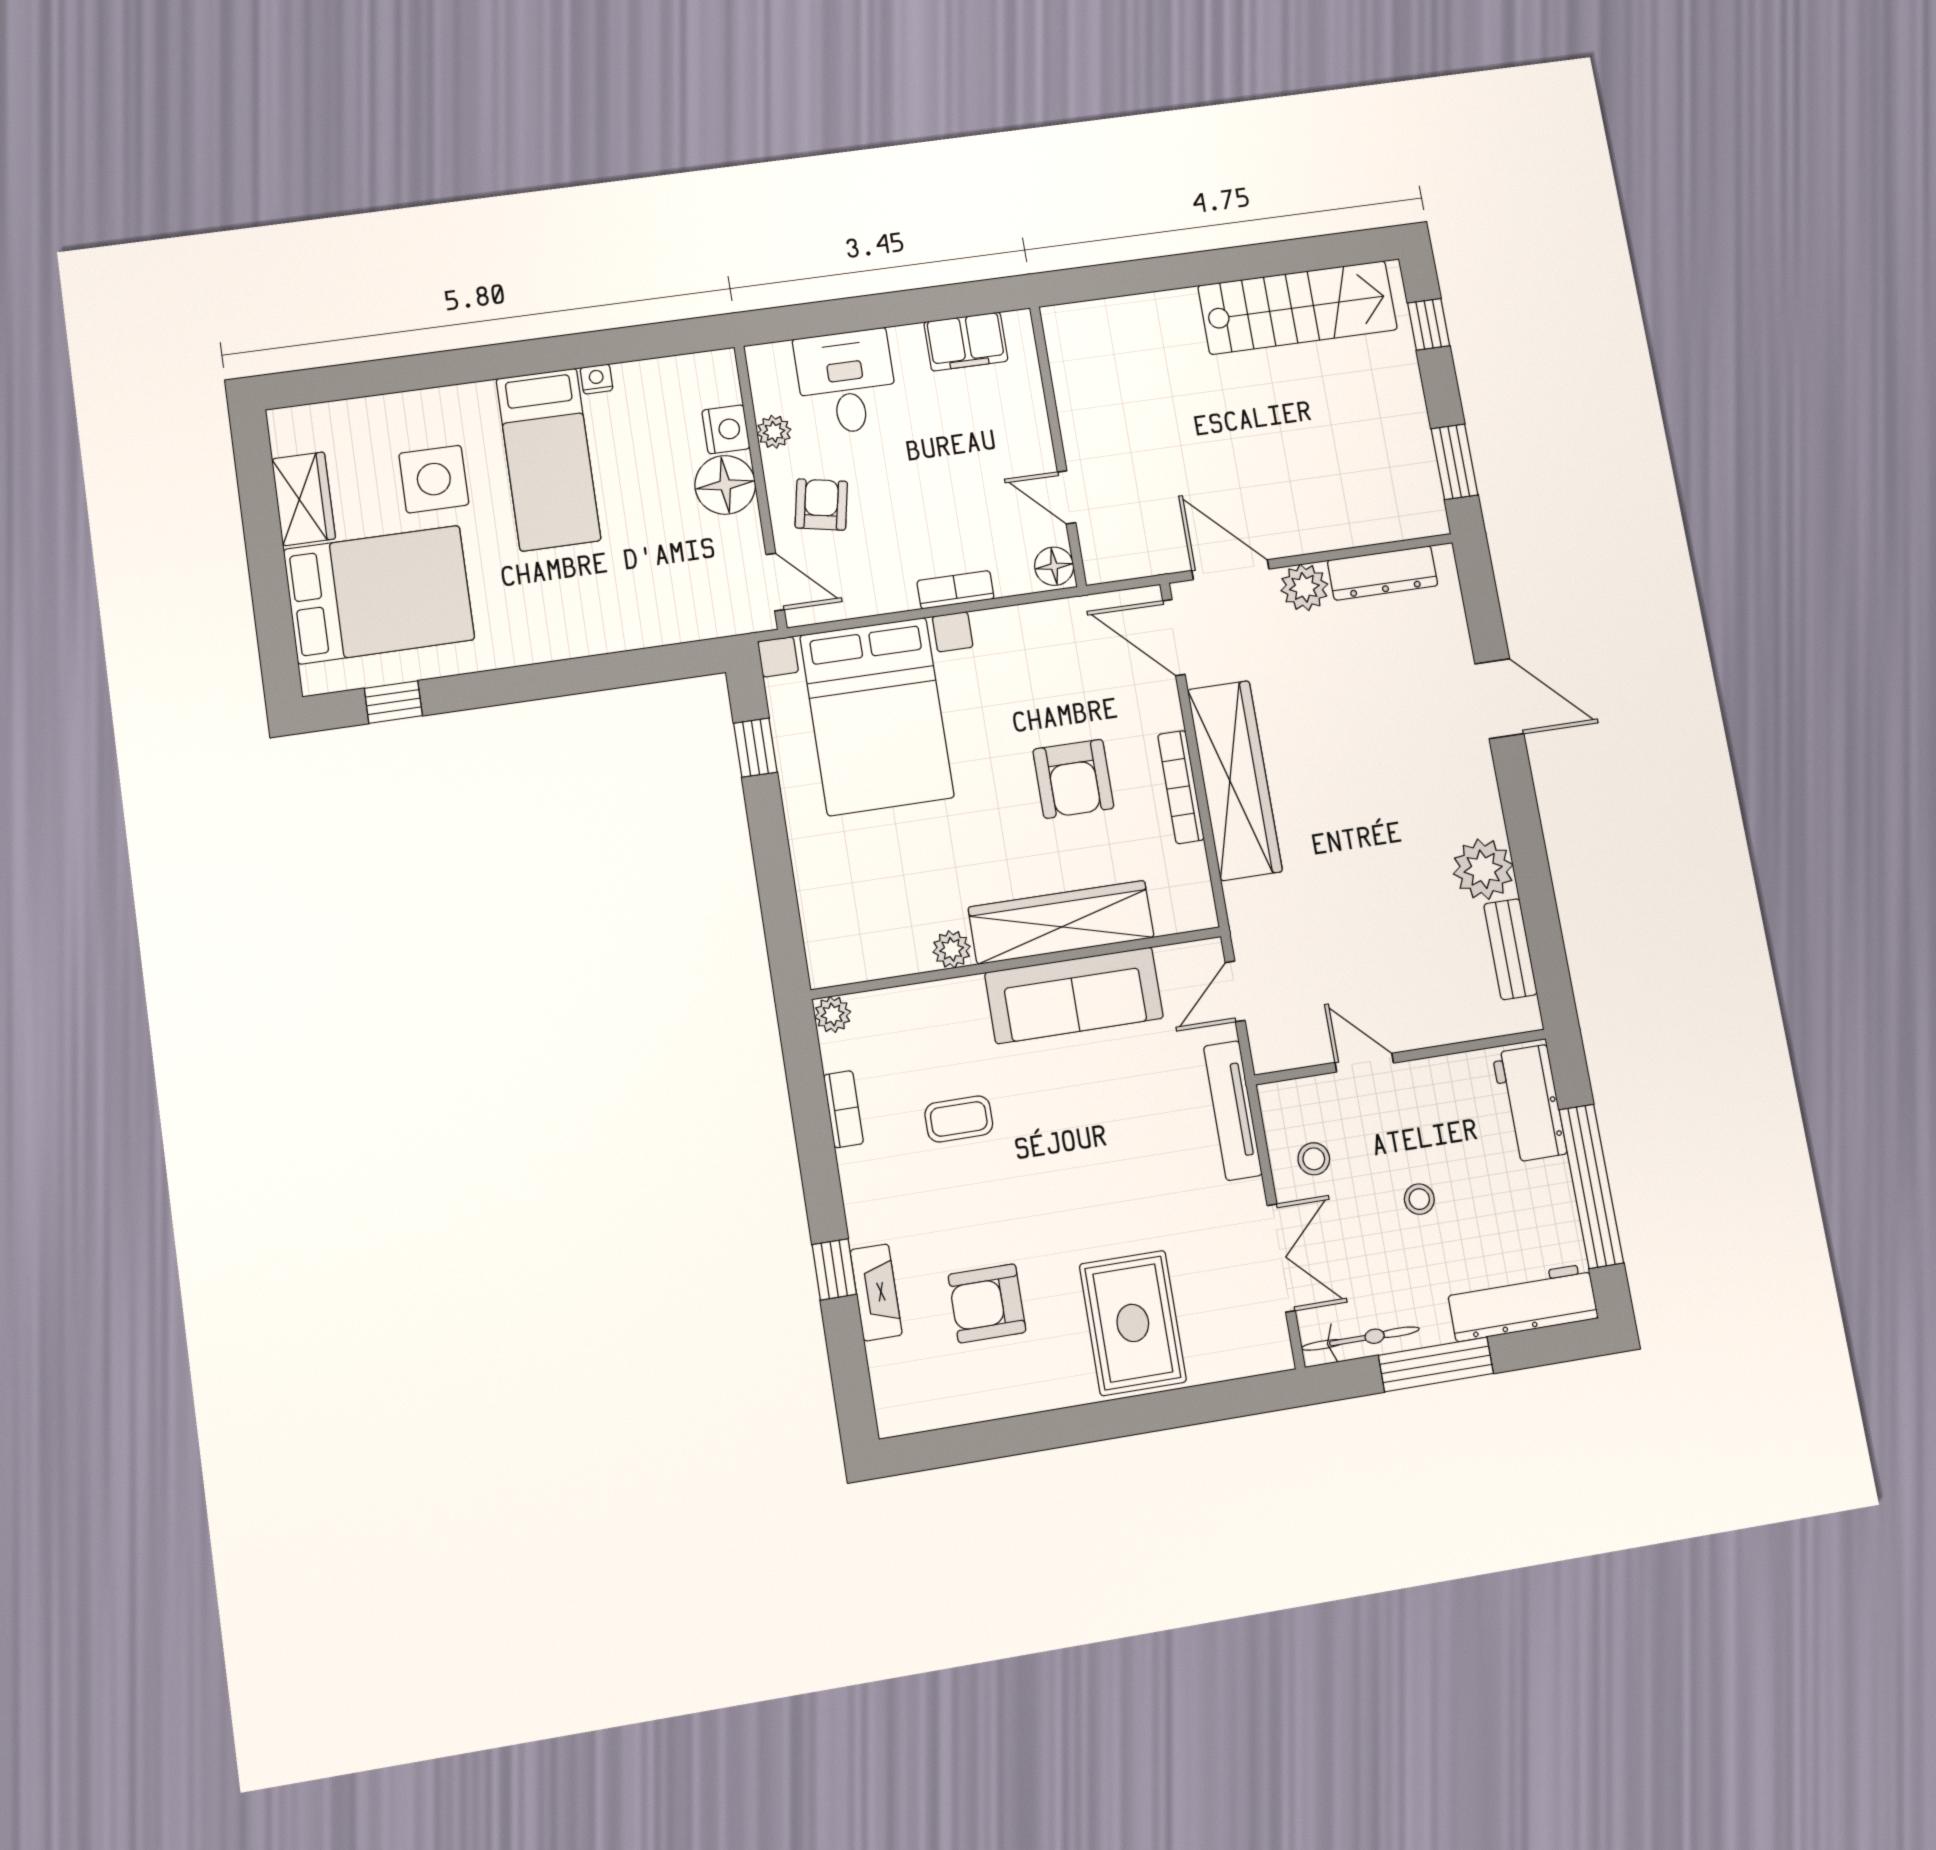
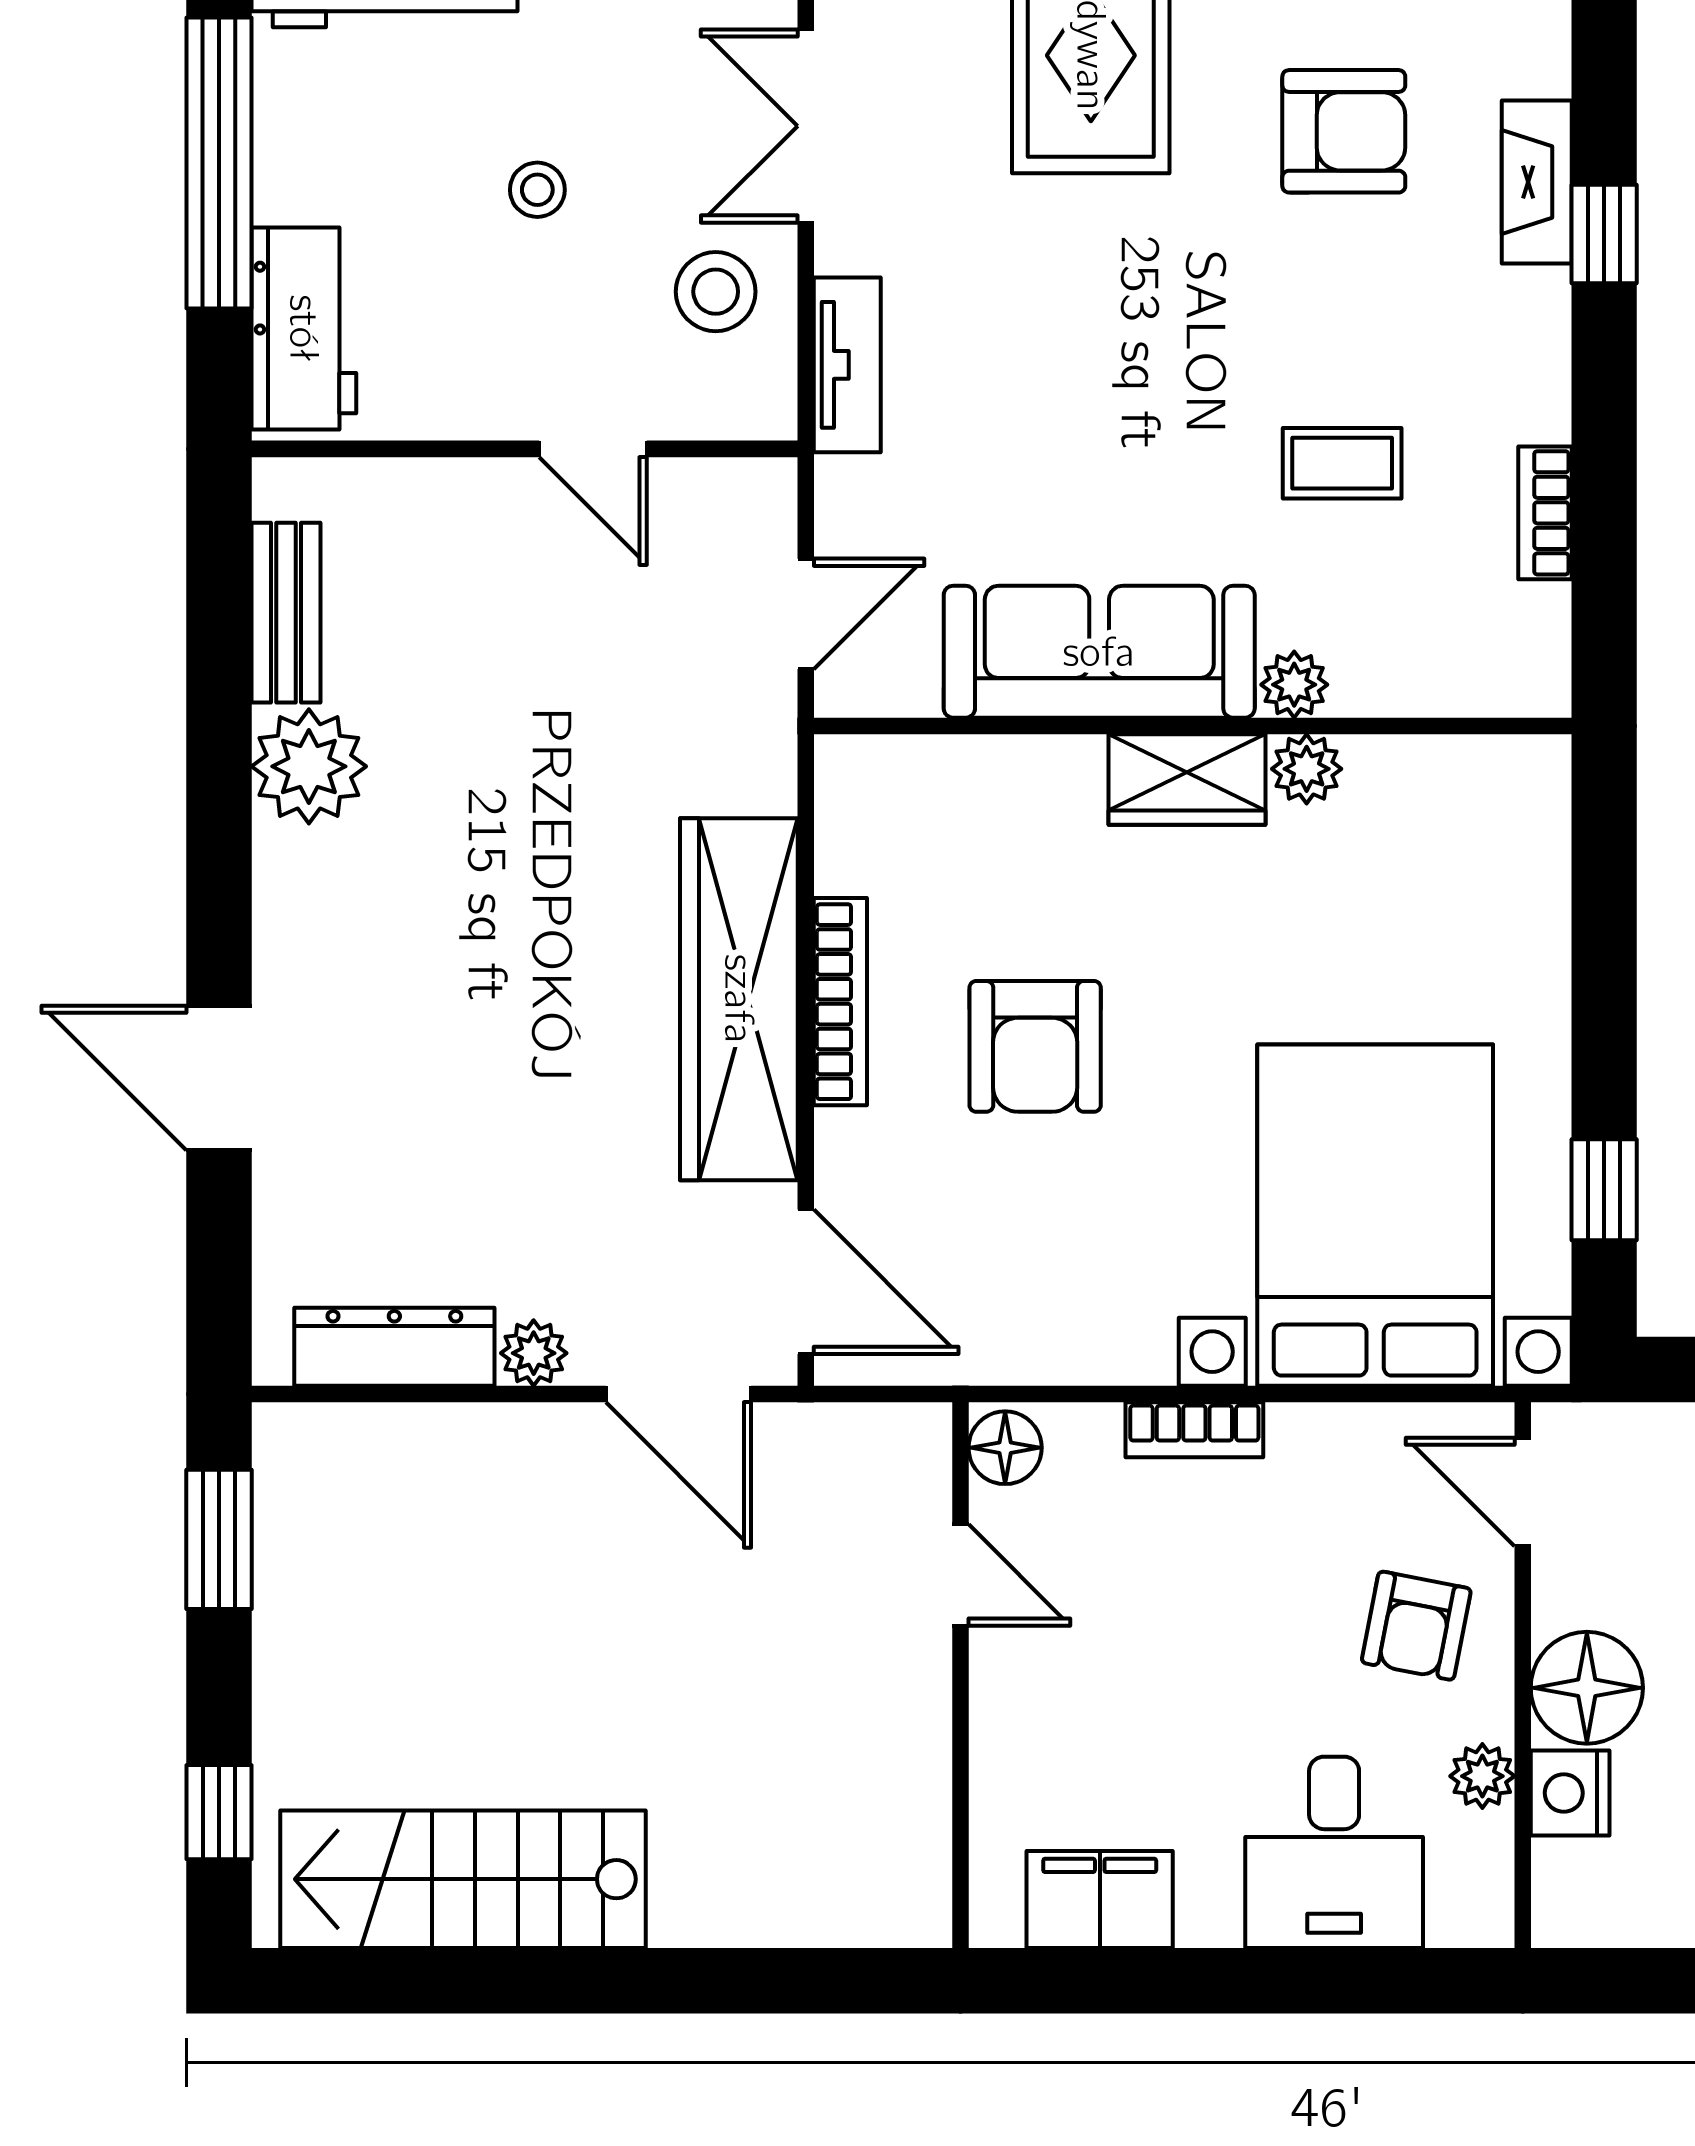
plant: (1304, 587) -> (534, 1353), width x0.73, depth x0.73
armchair: (1073, 779) -> (1035, 1046), turned 180
wardrobe: (1061, 922) -> (1187, 780), width x0.48, depth x0.85
plant: (833, 1014) -> (1294, 685), moved
tv unit: (1233, 1111) -> (847, 365), width x0.71
stool: (1314, 1159) -> (716, 292), width x1.37, depth x1.37

